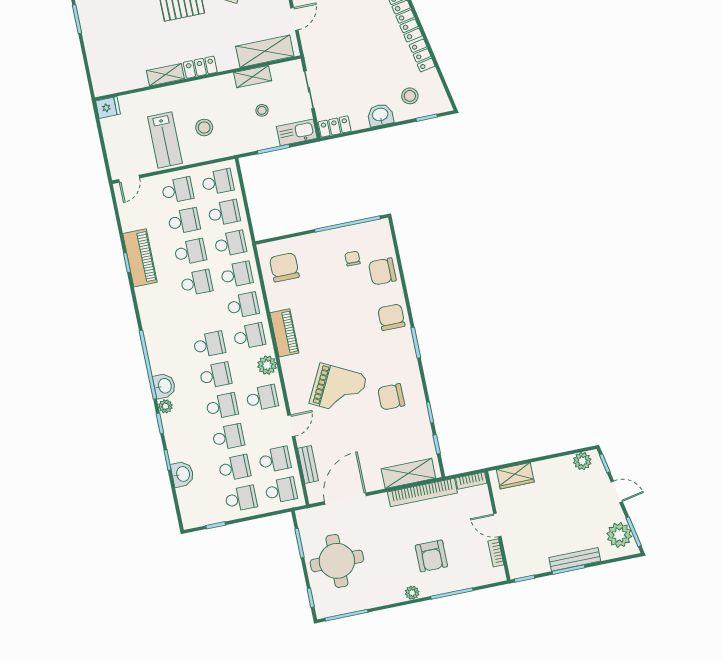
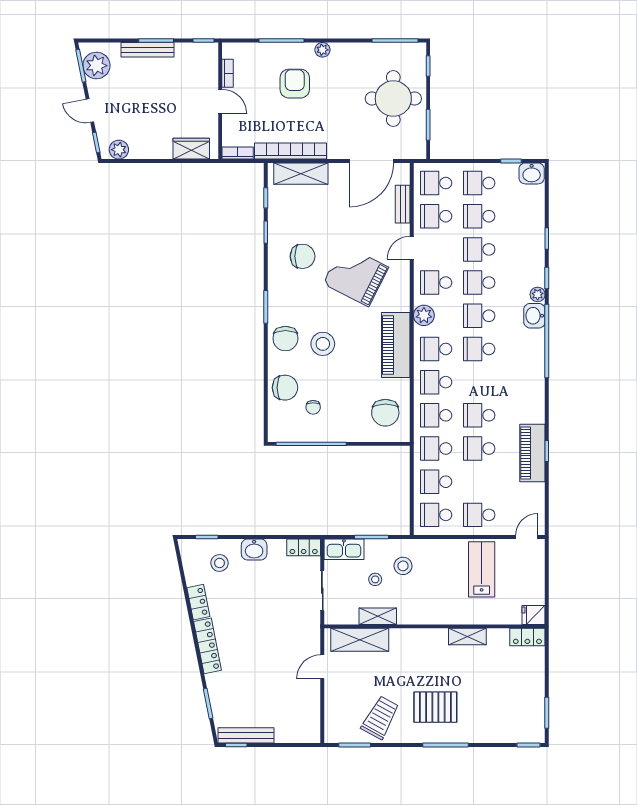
locker: (200, 67) -> (527, 637), moved
stool: (204, 127) -> (403, 566), moved
school desk: (184, 221) -> (479, 482), removed
stool: (356, 319) -> (323, 344), added
piano: (284, 333) -> (396, 345), width x1.37, depth x1.33
washbasin: (182, 474) -> (532, 173), moved, turned -90

